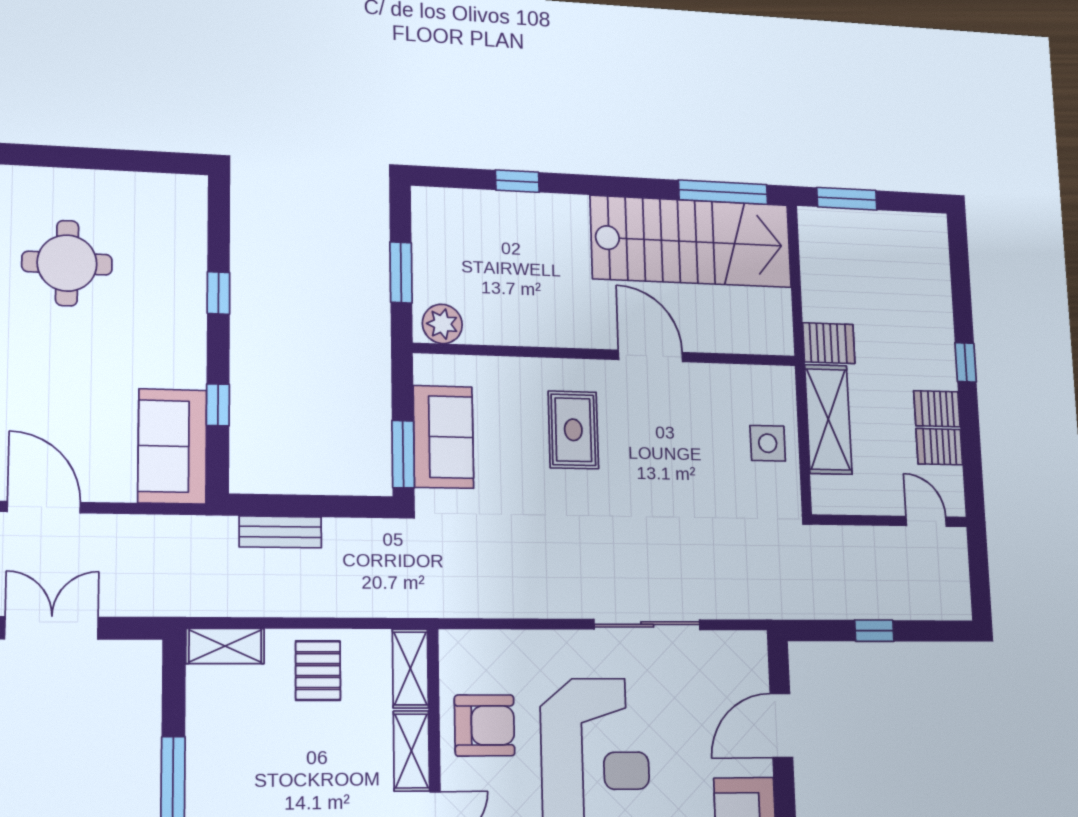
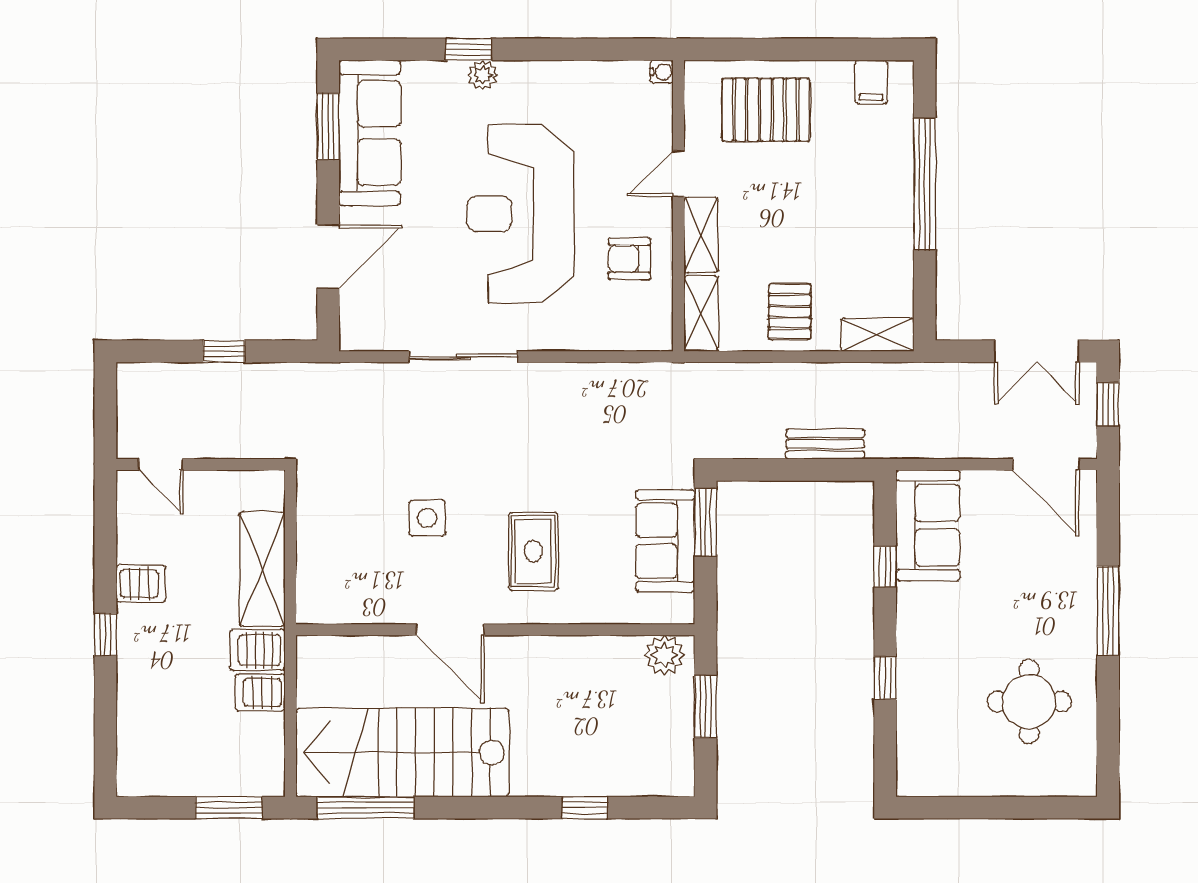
side table: (768, 443) -> (427, 518), moved
server rack: (939, 447) -> (260, 692), moved, turned 180
armchair: (485, 725) -> (629, 259), width x0.72, depth x0.72

